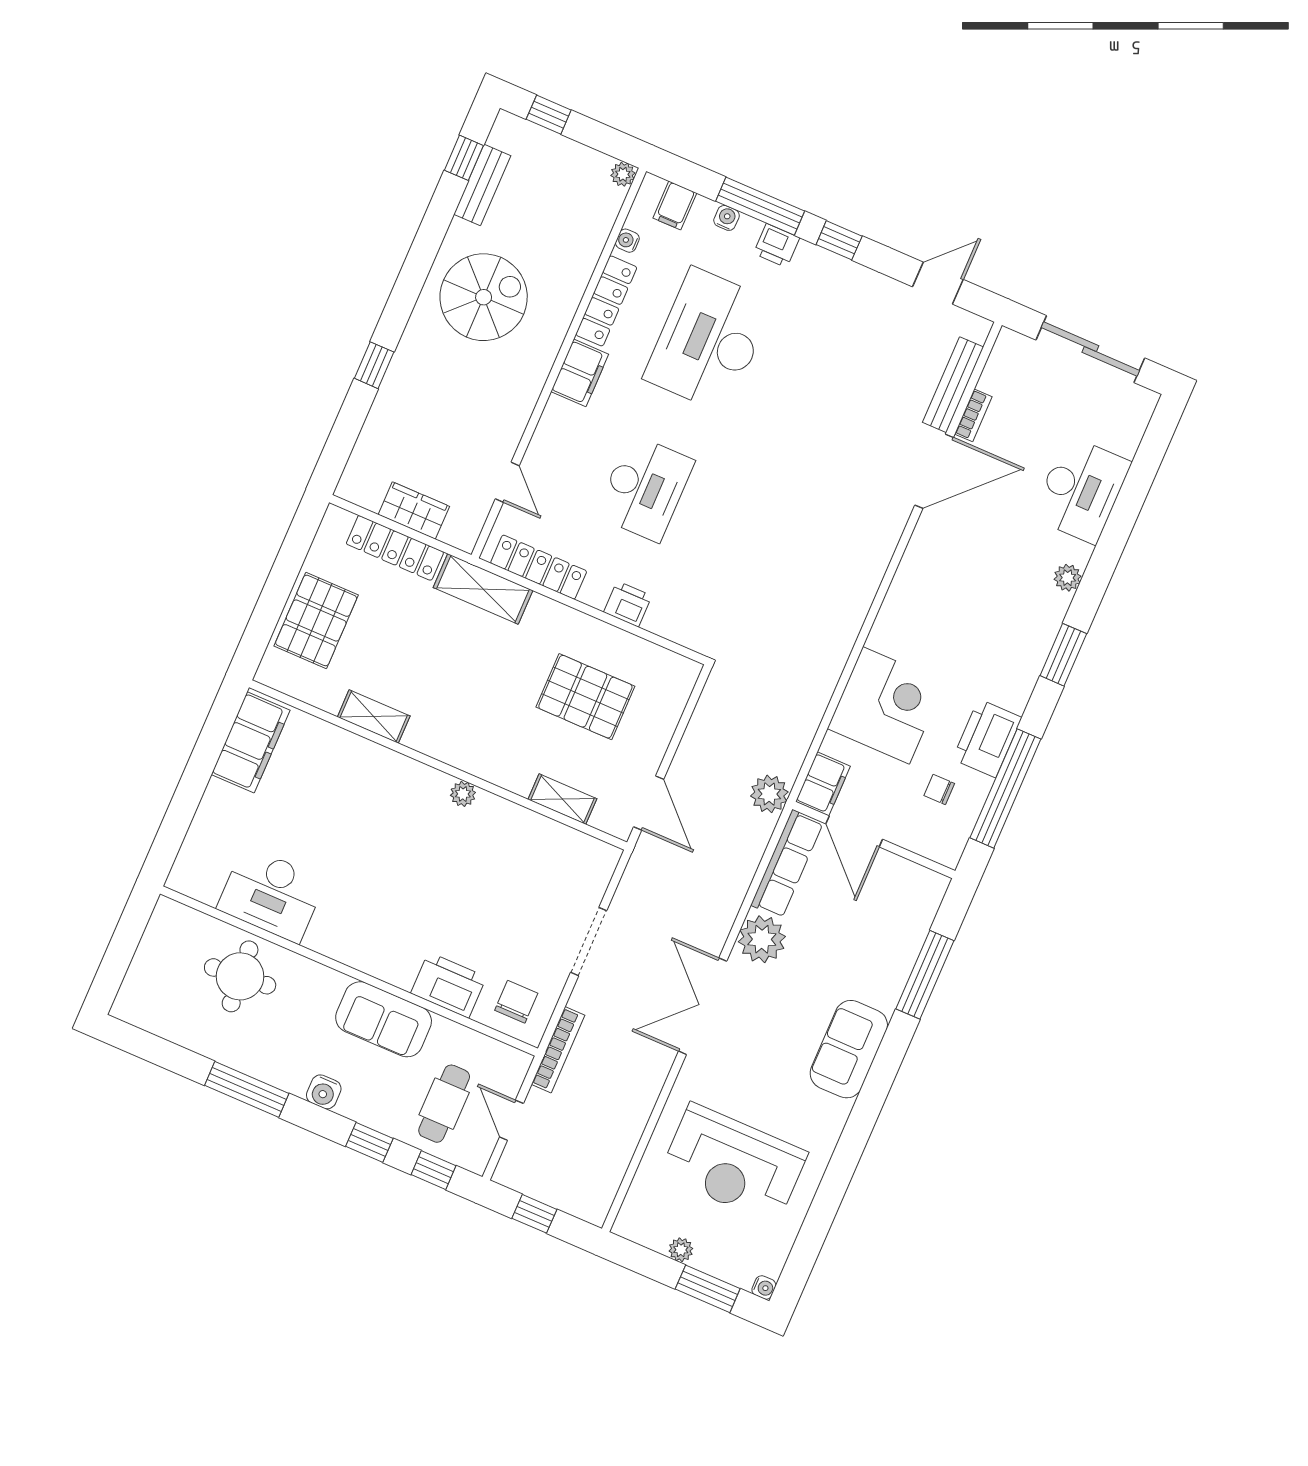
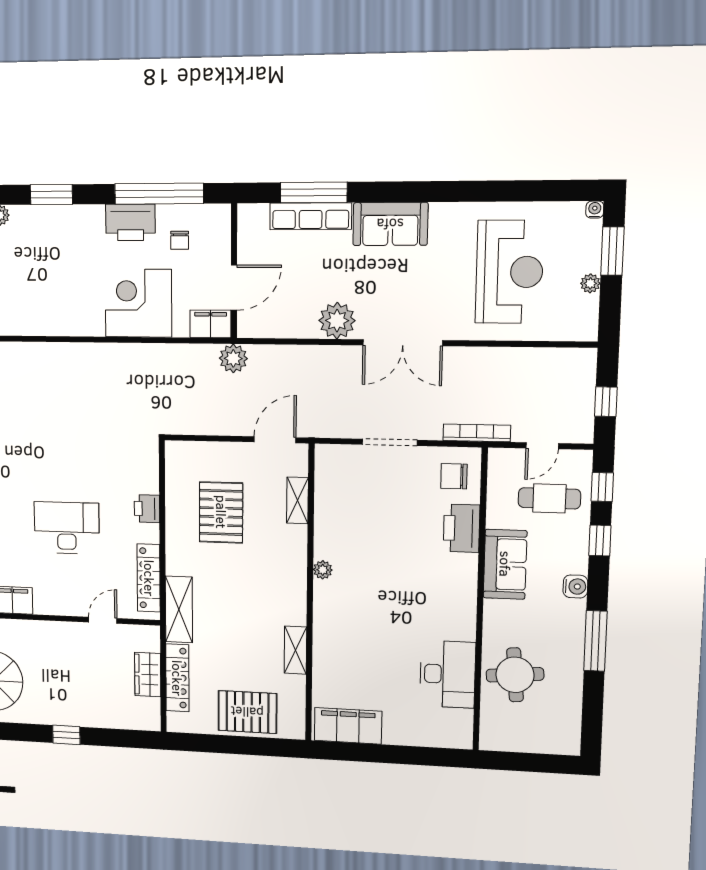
row of seats: (787, 864) -> (311, 216), moved, turned 180

